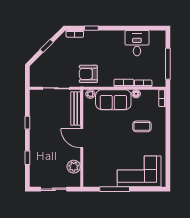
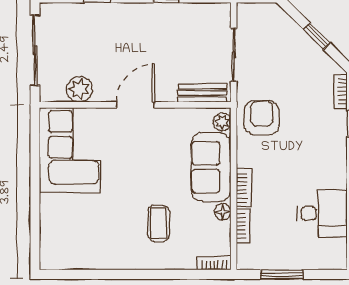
window: (168, 64) -> (282, 274), width x0.69
bench: (76, 108) -> (203, 93), width x0.73
corner sofa: (139, 171) -> (70, 150), moved
sliding door: (54, 189) -> (35, 50), width x1.37
window: (115, 189) -> (35, 170), removed

